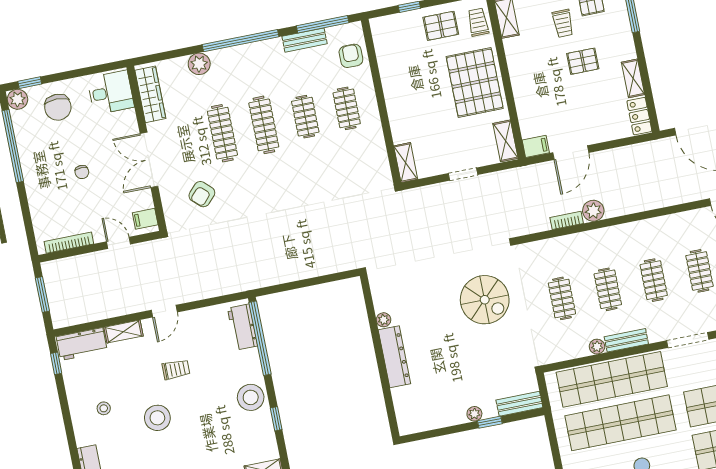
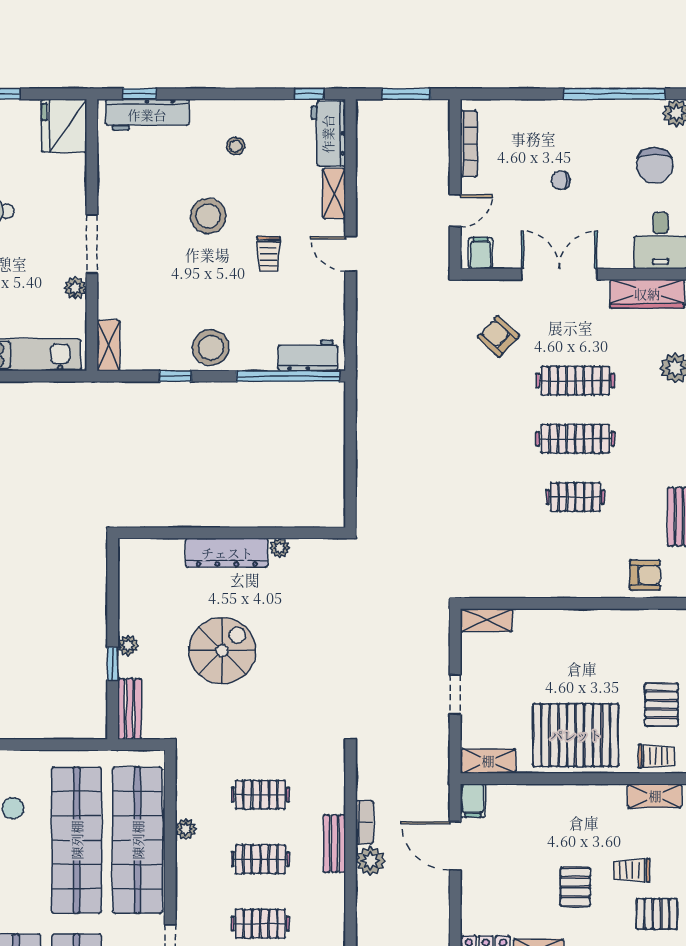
chair: (58, 107) -> (655, 165), turned -90
clothes rail: (347, 108) -> (575, 555), removed
spiral stairs: (485, 300) -> (222, 651), moved, turned 180
bench: (626, 340) -> (334, 844), moved

